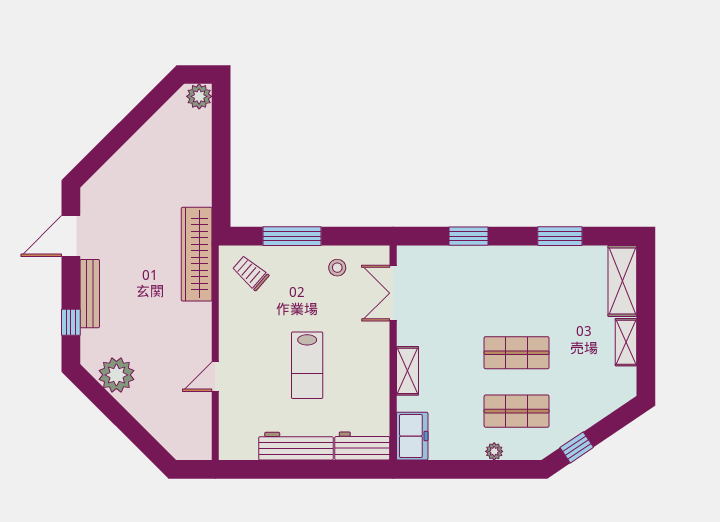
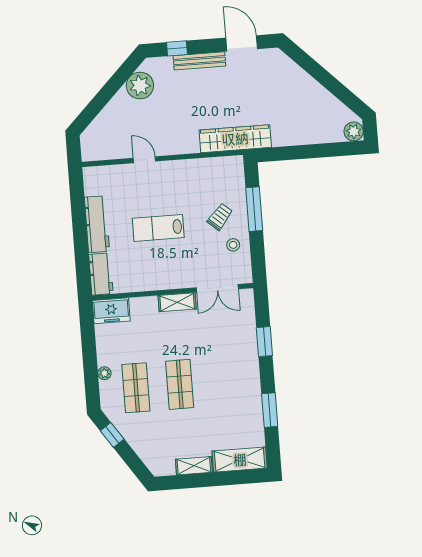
trolley: (250, 273) -> (220, 217), moved
double door: (393, 293) -> (217, 288), swing flipped
shelving: (407, 371) -> (177, 302), moved

